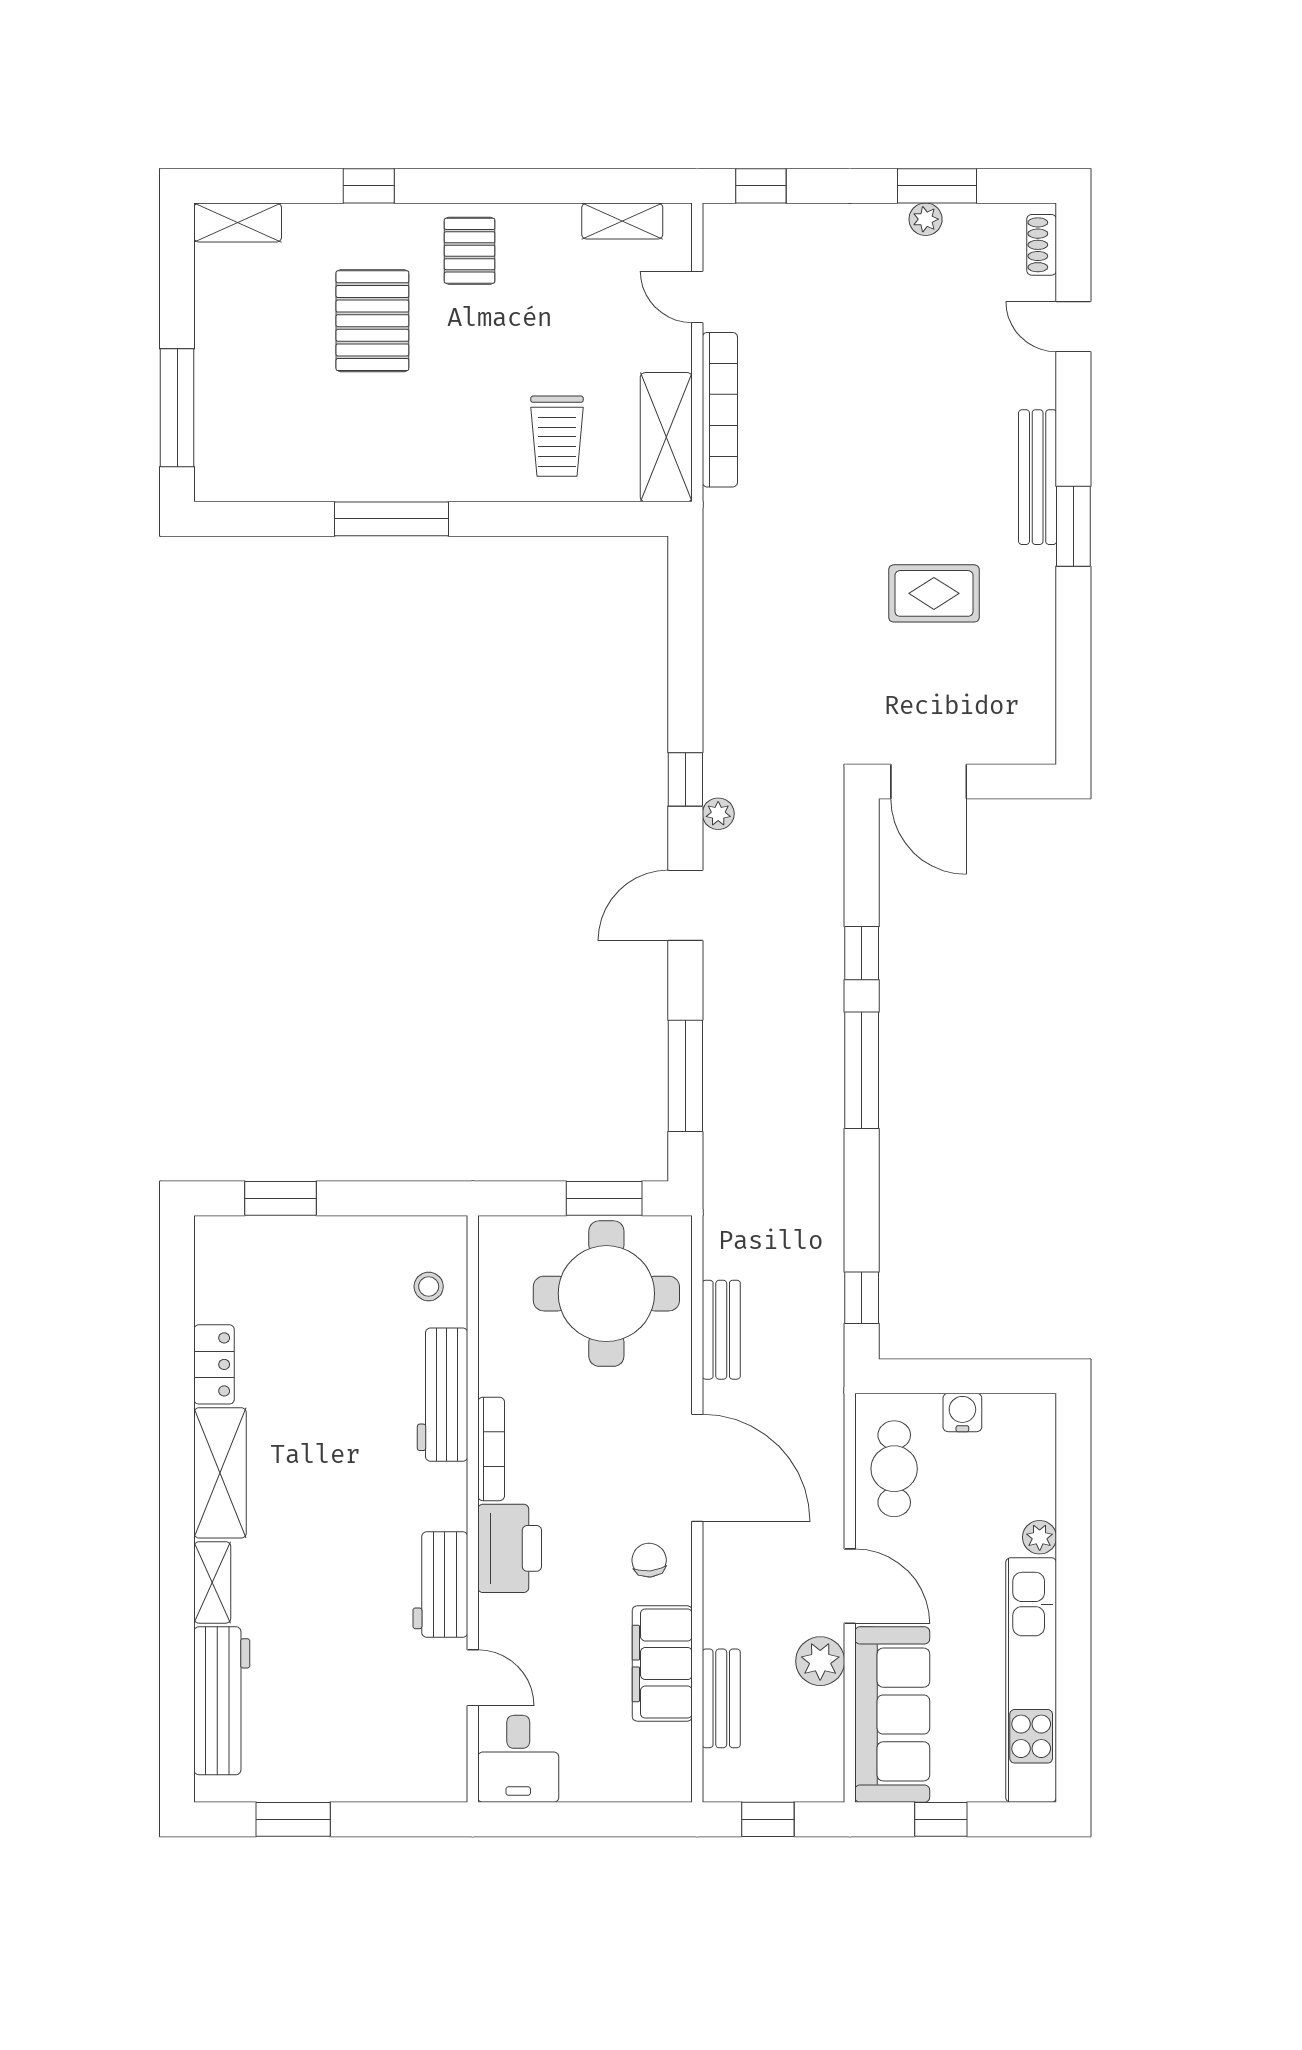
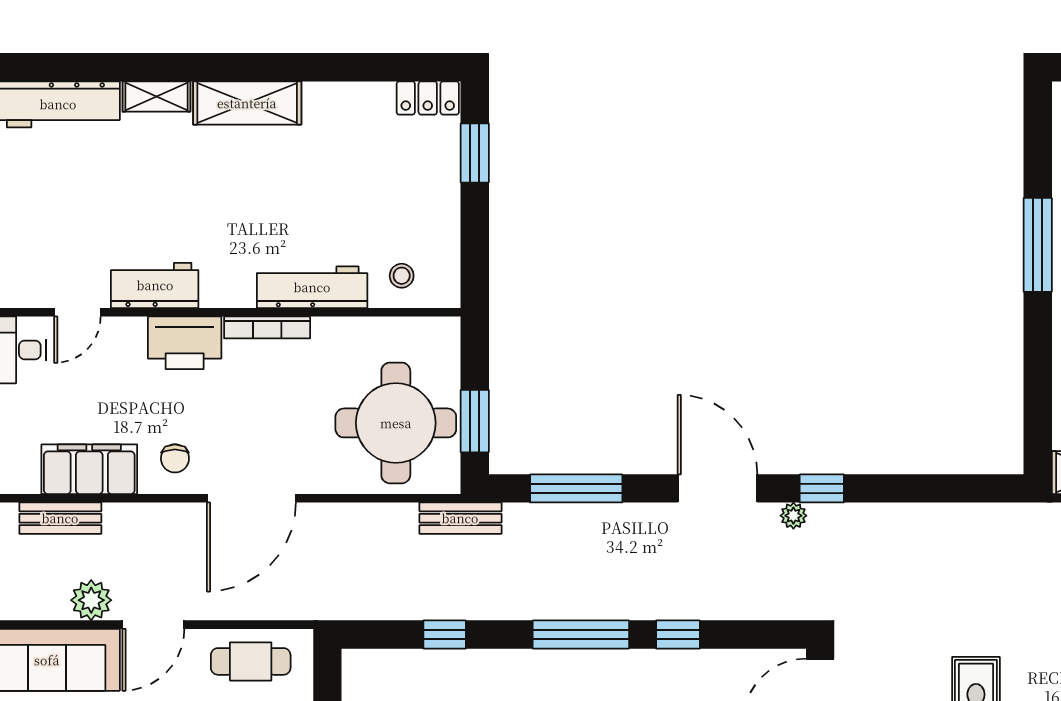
door: (685, 905) -> (717, 488), width x1.36
window: (862, 1298) -> (445, 634), moved
bench: (721, 1330) -> (460, 518), moved
locker: (214, 1364) -> (428, 98), moved
chair: (649, 1560) -> (175, 458), turned 95

